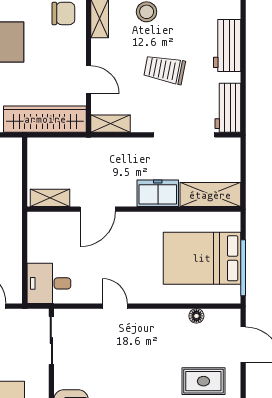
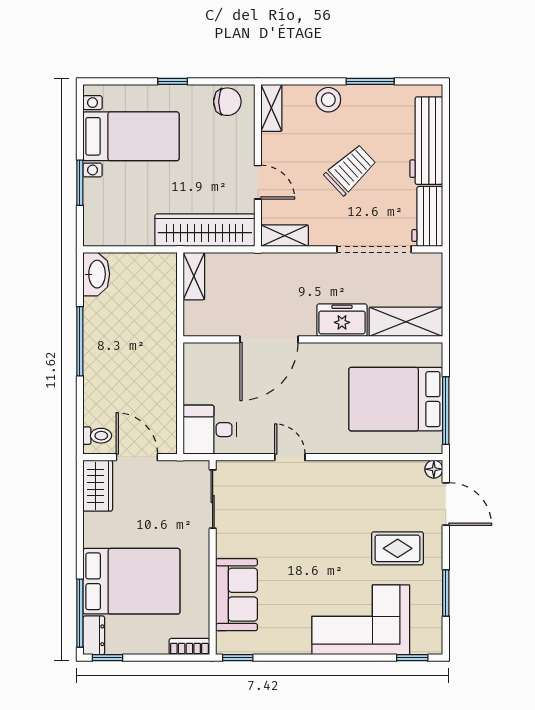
workbench: (227, 46) -> (426, 141), width x1.38
trolley: (165, 70) -> (350, 170), turned 126
shelving: (50, 198) -> (194, 276), moved, turned 90
door: (98, 209) -> (269, 339), width x1.36
floor lamp: (196, 316) -> (434, 469), moved

